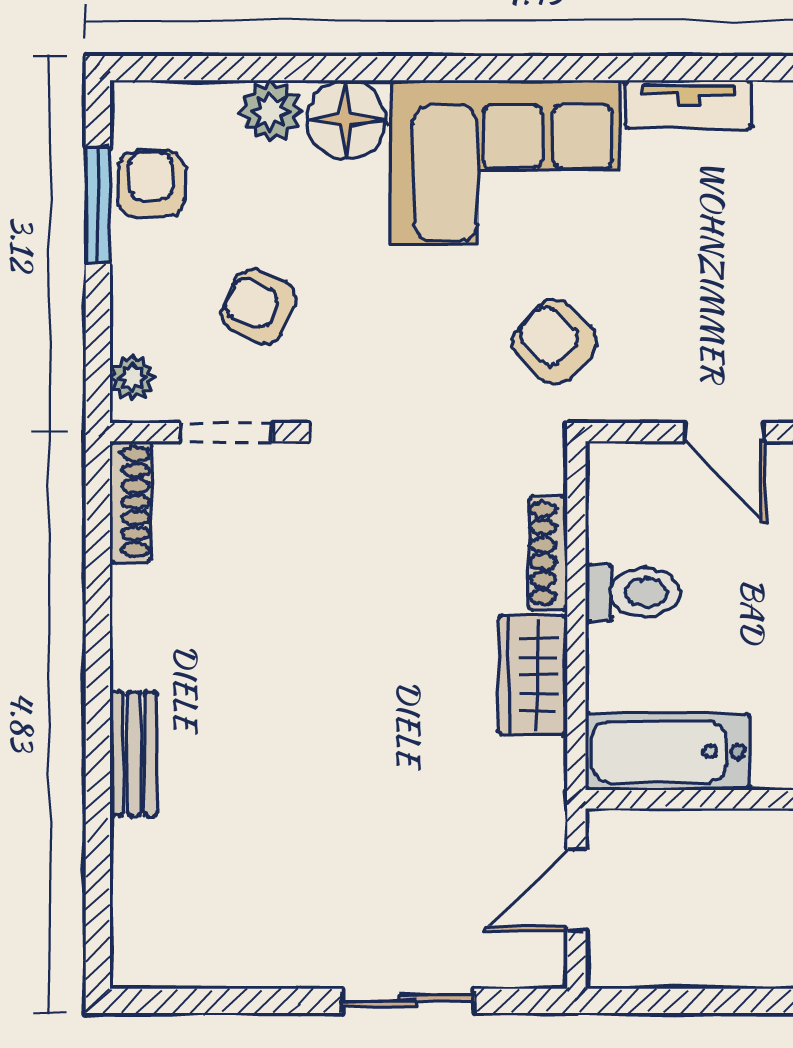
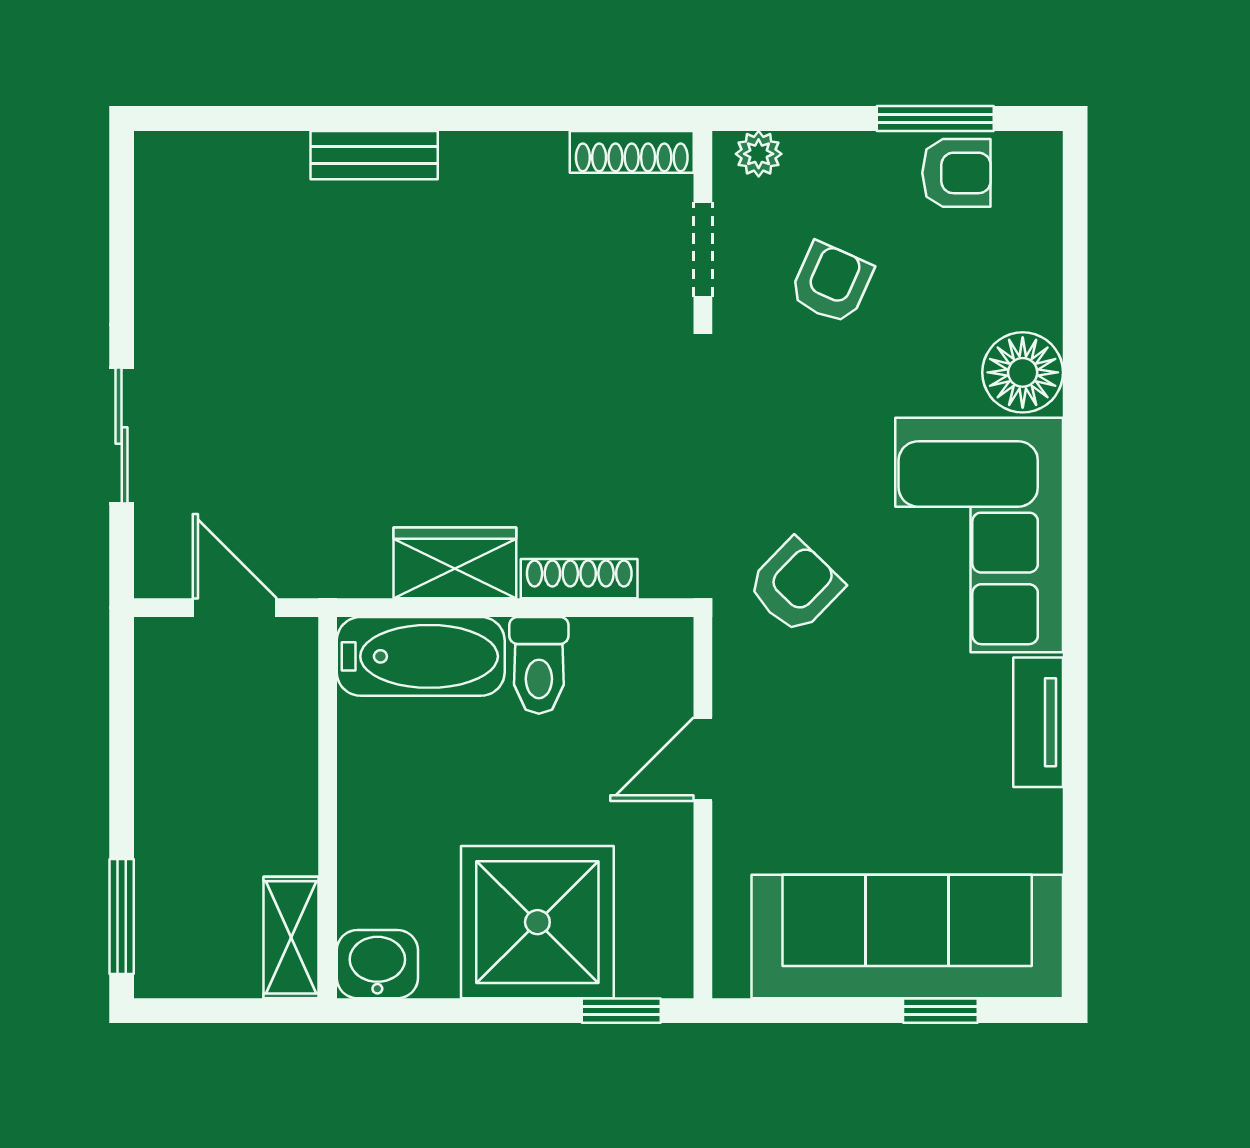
plant: (271, 111) -> (1031, 295), removed
bathtub: (667, 752) -> (421, 656), moved, turned 90

